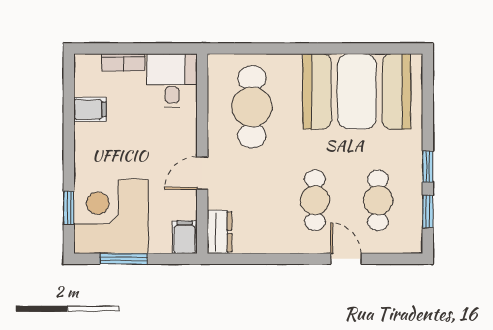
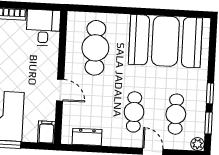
door: (202, 173) -> (60, 90), swing flipped
dresser: (220, 232) -> (87, 137), moved, turned -90
plant: (413, 244) -> (197, 144), added

